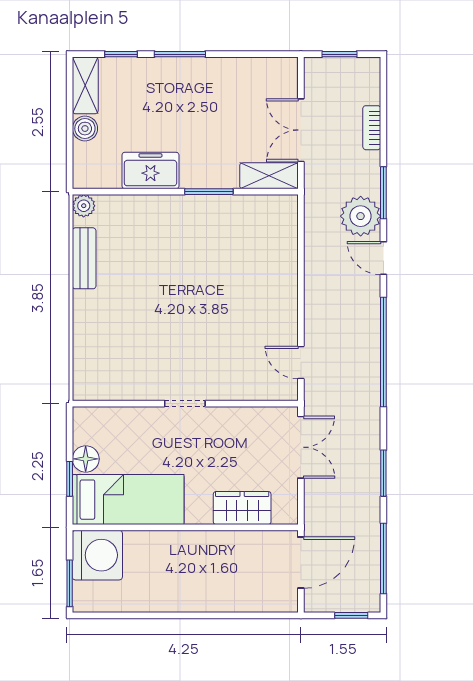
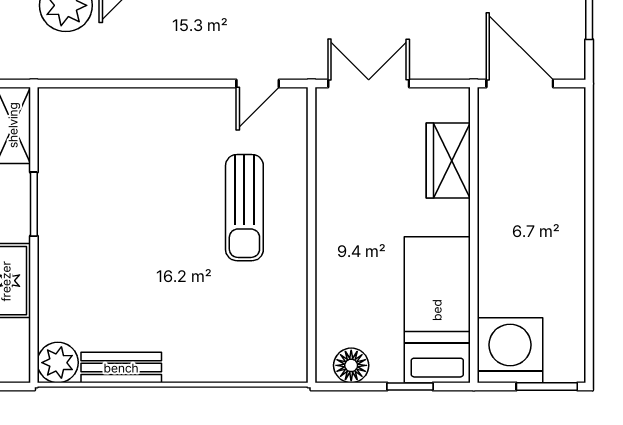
plant: (84, 206) -> (58, 363), width x1.38, depth x1.38
sun lounger: (206, 352) -> (244, 208), added
doorway: (185, 404) -> (312, 235), removed
floor lamp: (86, 459) -> (351, 365), moved

